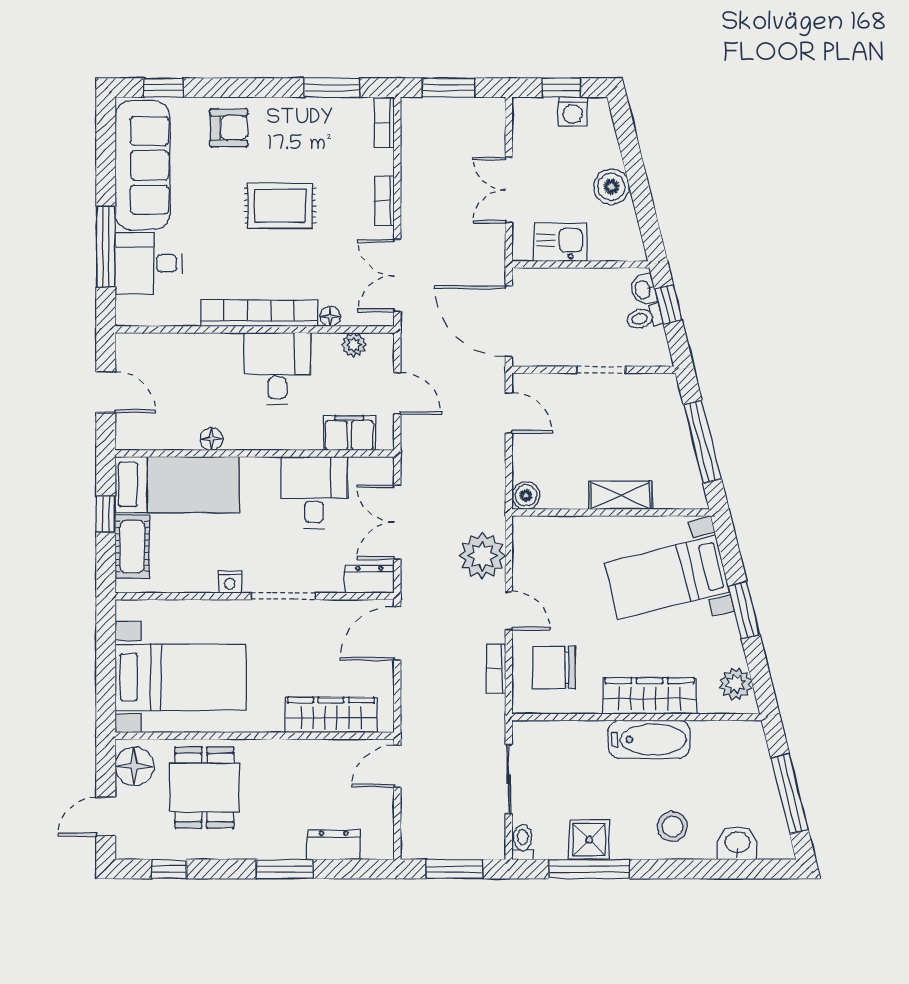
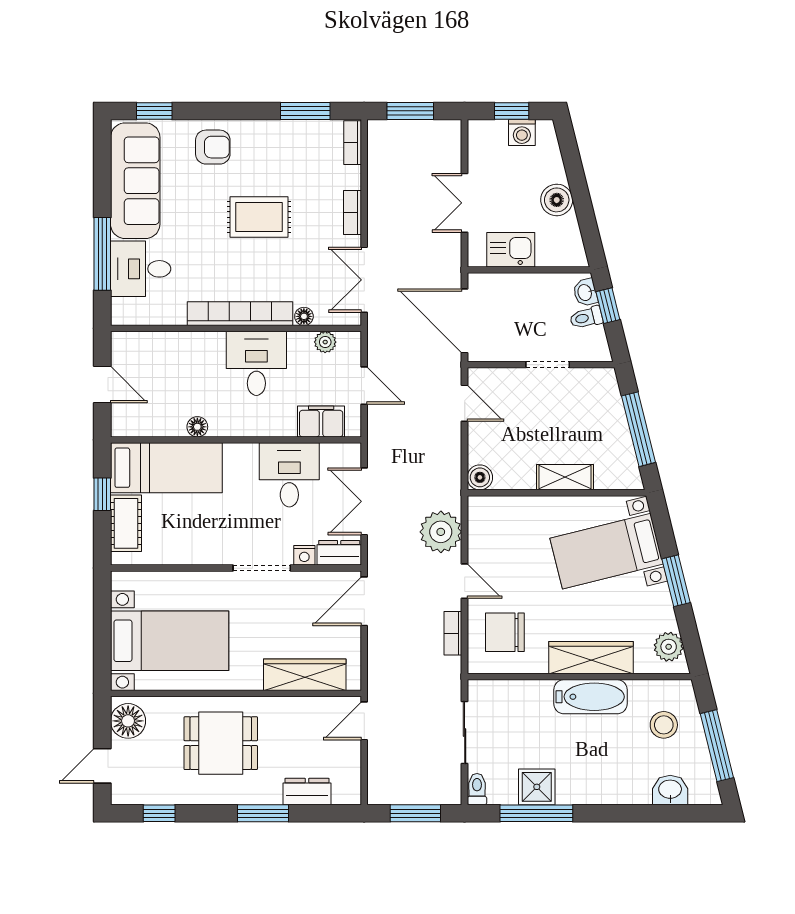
nightstand: (230, 582) -> (304, 555), moved
dining table: (204, 788) -> (221, 743), moved, turned 90
stool: (672, 827) -> (664, 725), moved

